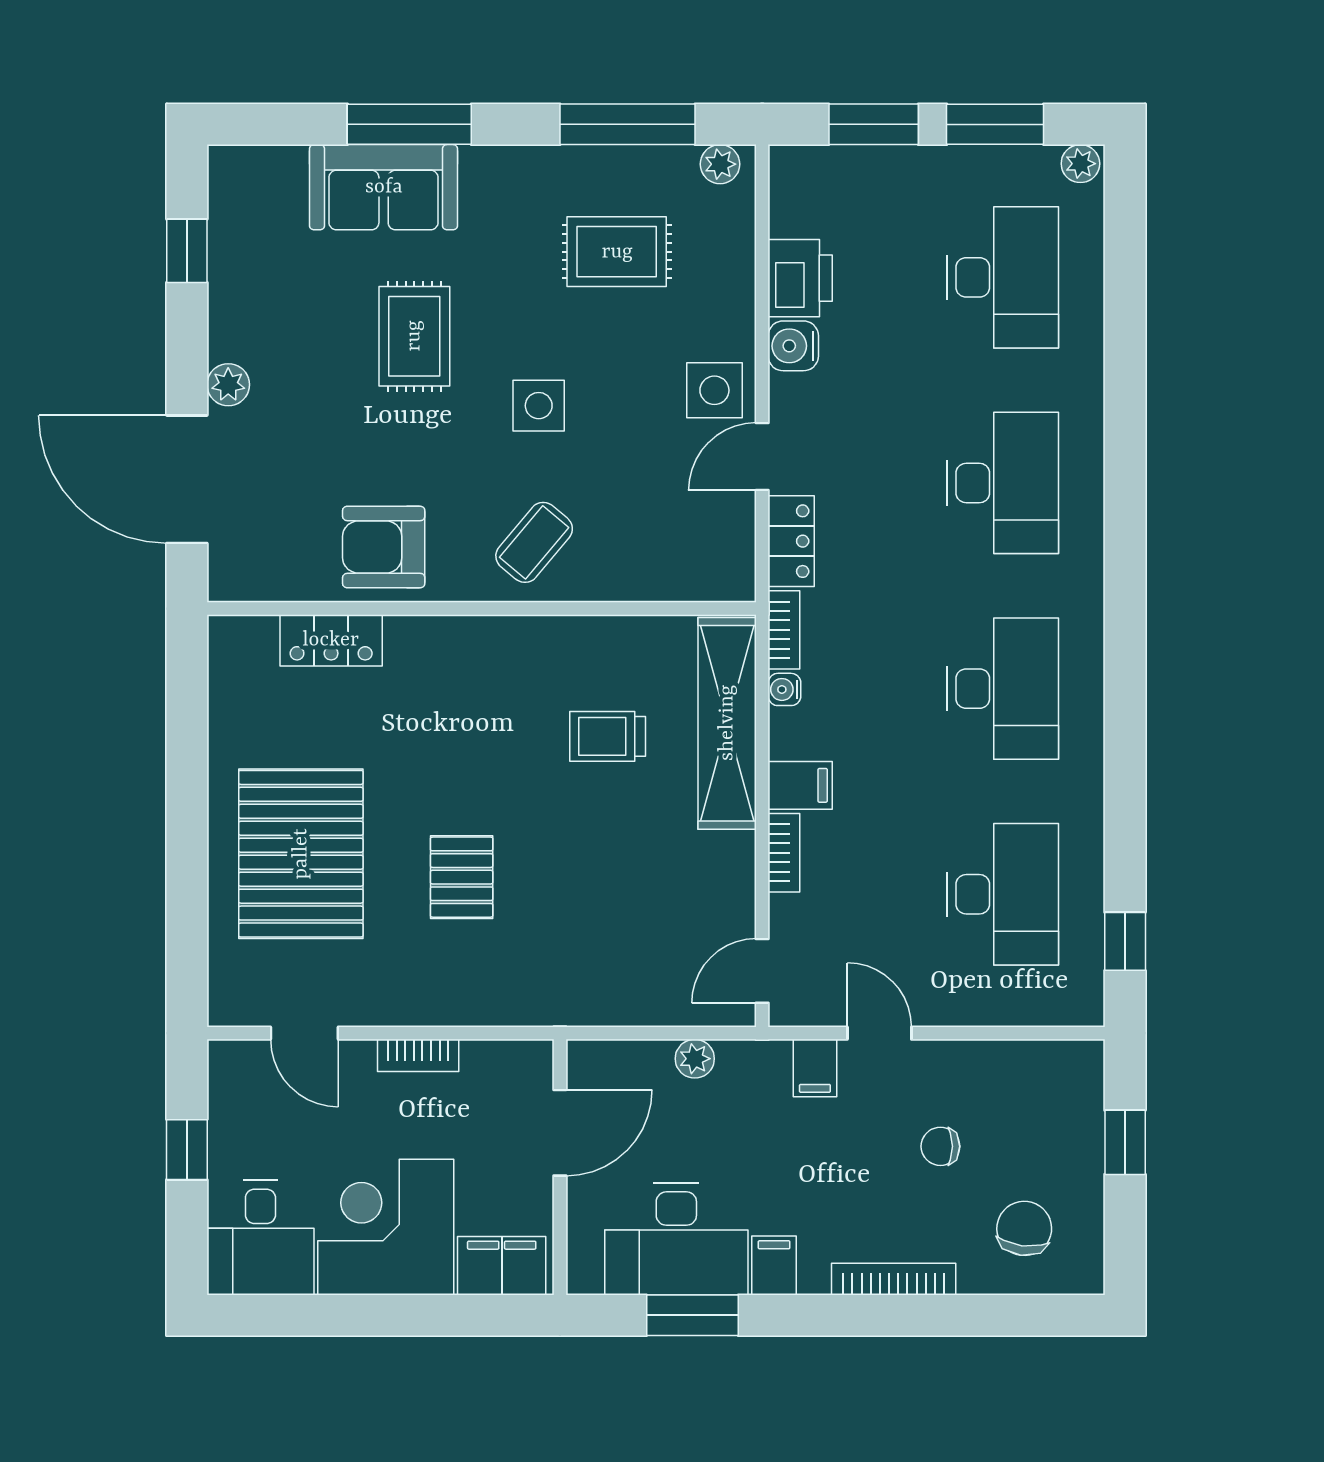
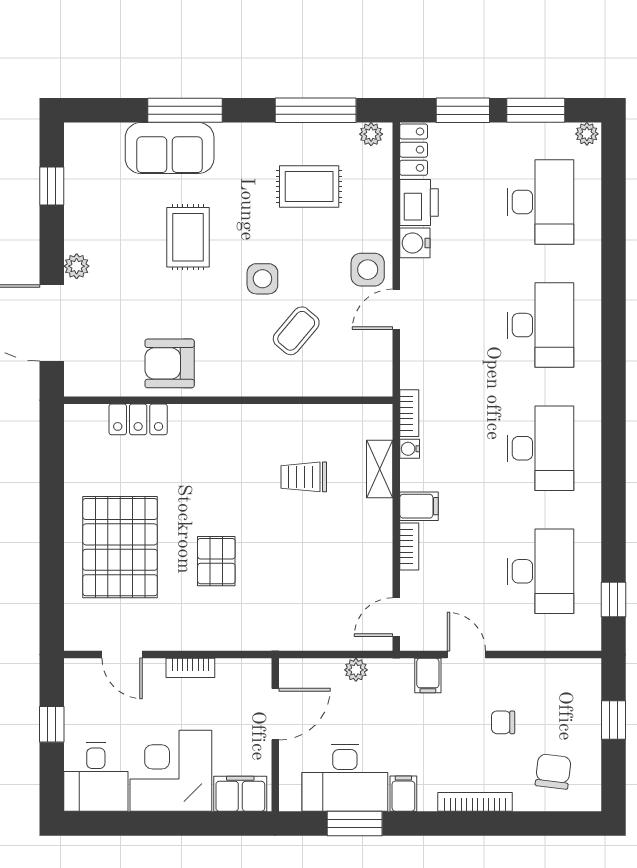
locker: (791, 541) -> (414, 150), moved
coffee table: (534, 542) -> (296, 331), moved
shelving: (727, 723) -> (380, 469), width x0.45, depth x0.75

